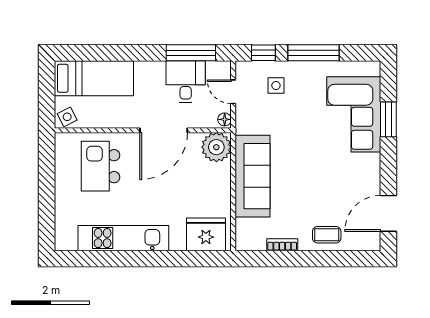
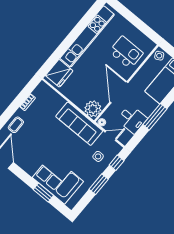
window: (191, 53) -> (155, 117), moved
window: (314, 53) -> (99, 184), width x0.69
sofa: (252, 176) -> (79, 124), moved
kitchen unit: (123, 238) -> (87, 36), width x1.36

